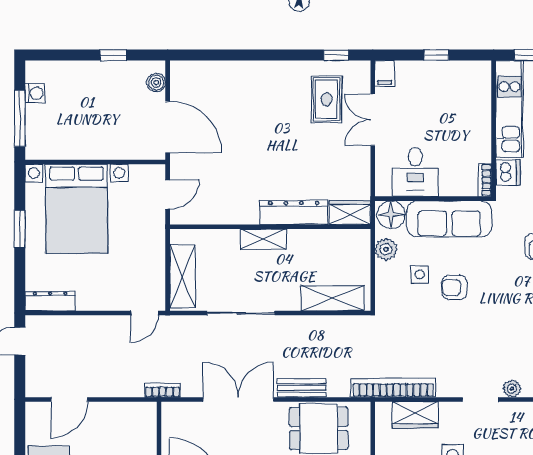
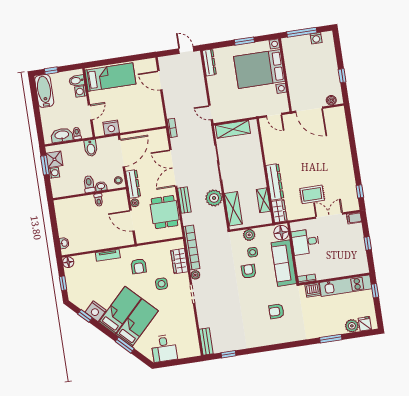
rug: (327, 99) -> (312, 194), moved
door: (168, 127) -> (309, 110), hinge flipped
shelving: (263, 239) -> (263, 200), moved
plant: (386, 249) -> (249, 235), moved
plant: (306, 331) -> (214, 198), added
plant: (512, 389) -> (195, 275), moved
double door: (238, 399) -> (173, 168), swing flipped

